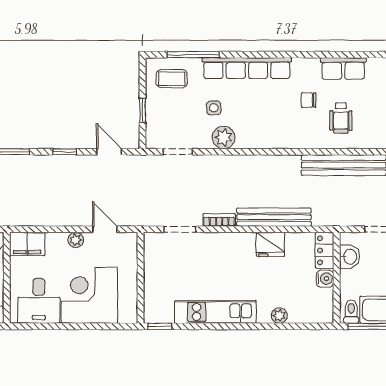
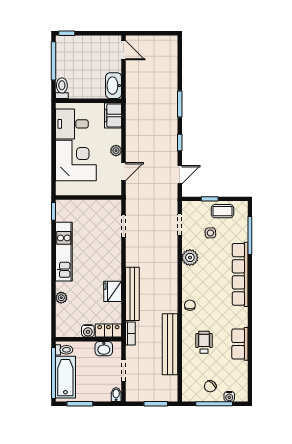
coffee table: (172, 79) -> (222, 211), moved, turned 90
chair: (309, 100) -> (190, 305), moved
side table: (214, 108) -> (210, 233), moved
wheelchair: (341, 118) -> (204, 342), turned 90
bookcase: (219, 220) -> (130, 334), moved

